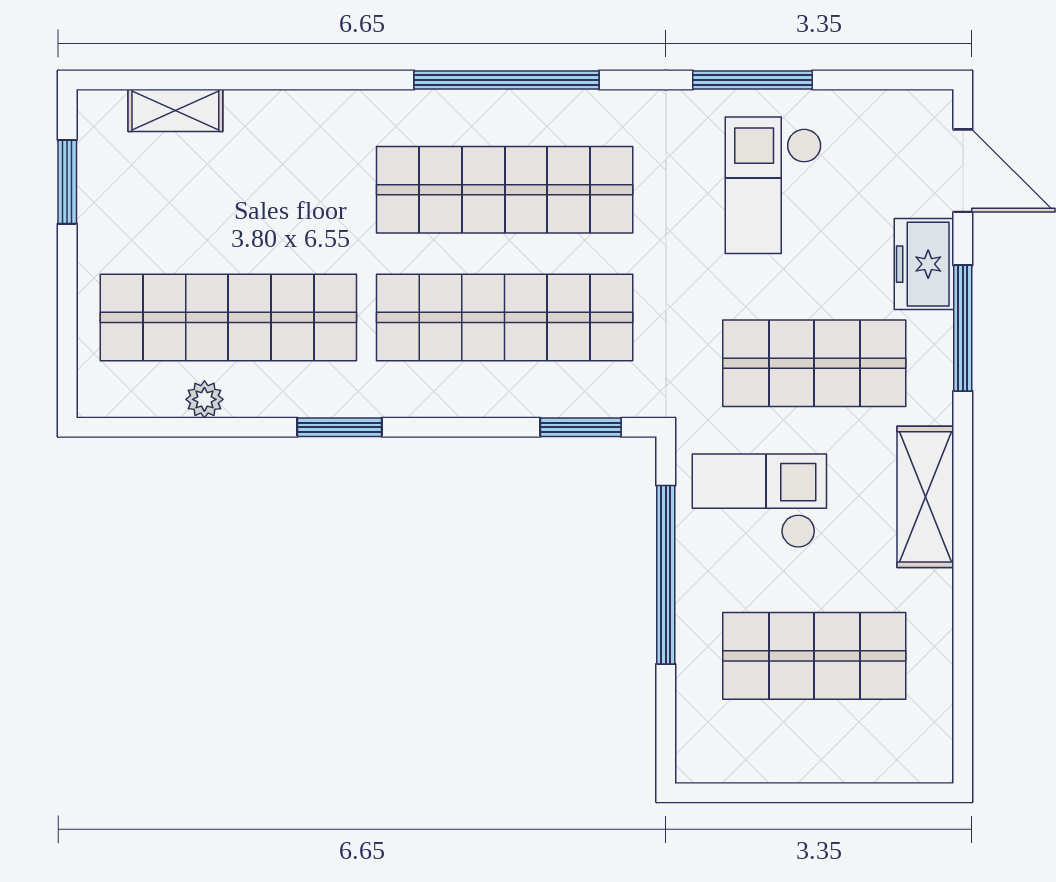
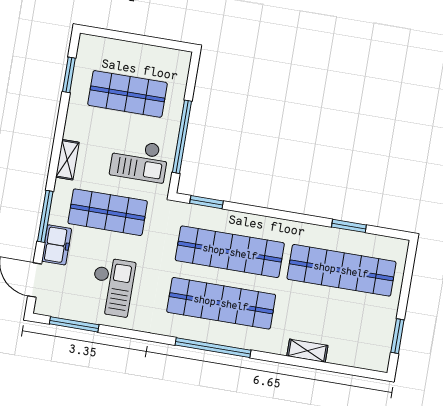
window: (752, 80) -> (74, 324), moved
shelving: (175, 110) -> (307, 351), moved
plant: (204, 399) -> (357, 239), removed
window: (340, 427) -> (349, 226), moved
shelving: (925, 497) -> (67, 160), width x0.67, depth x0.75
window: (963, 678) -> (69, 75), added

